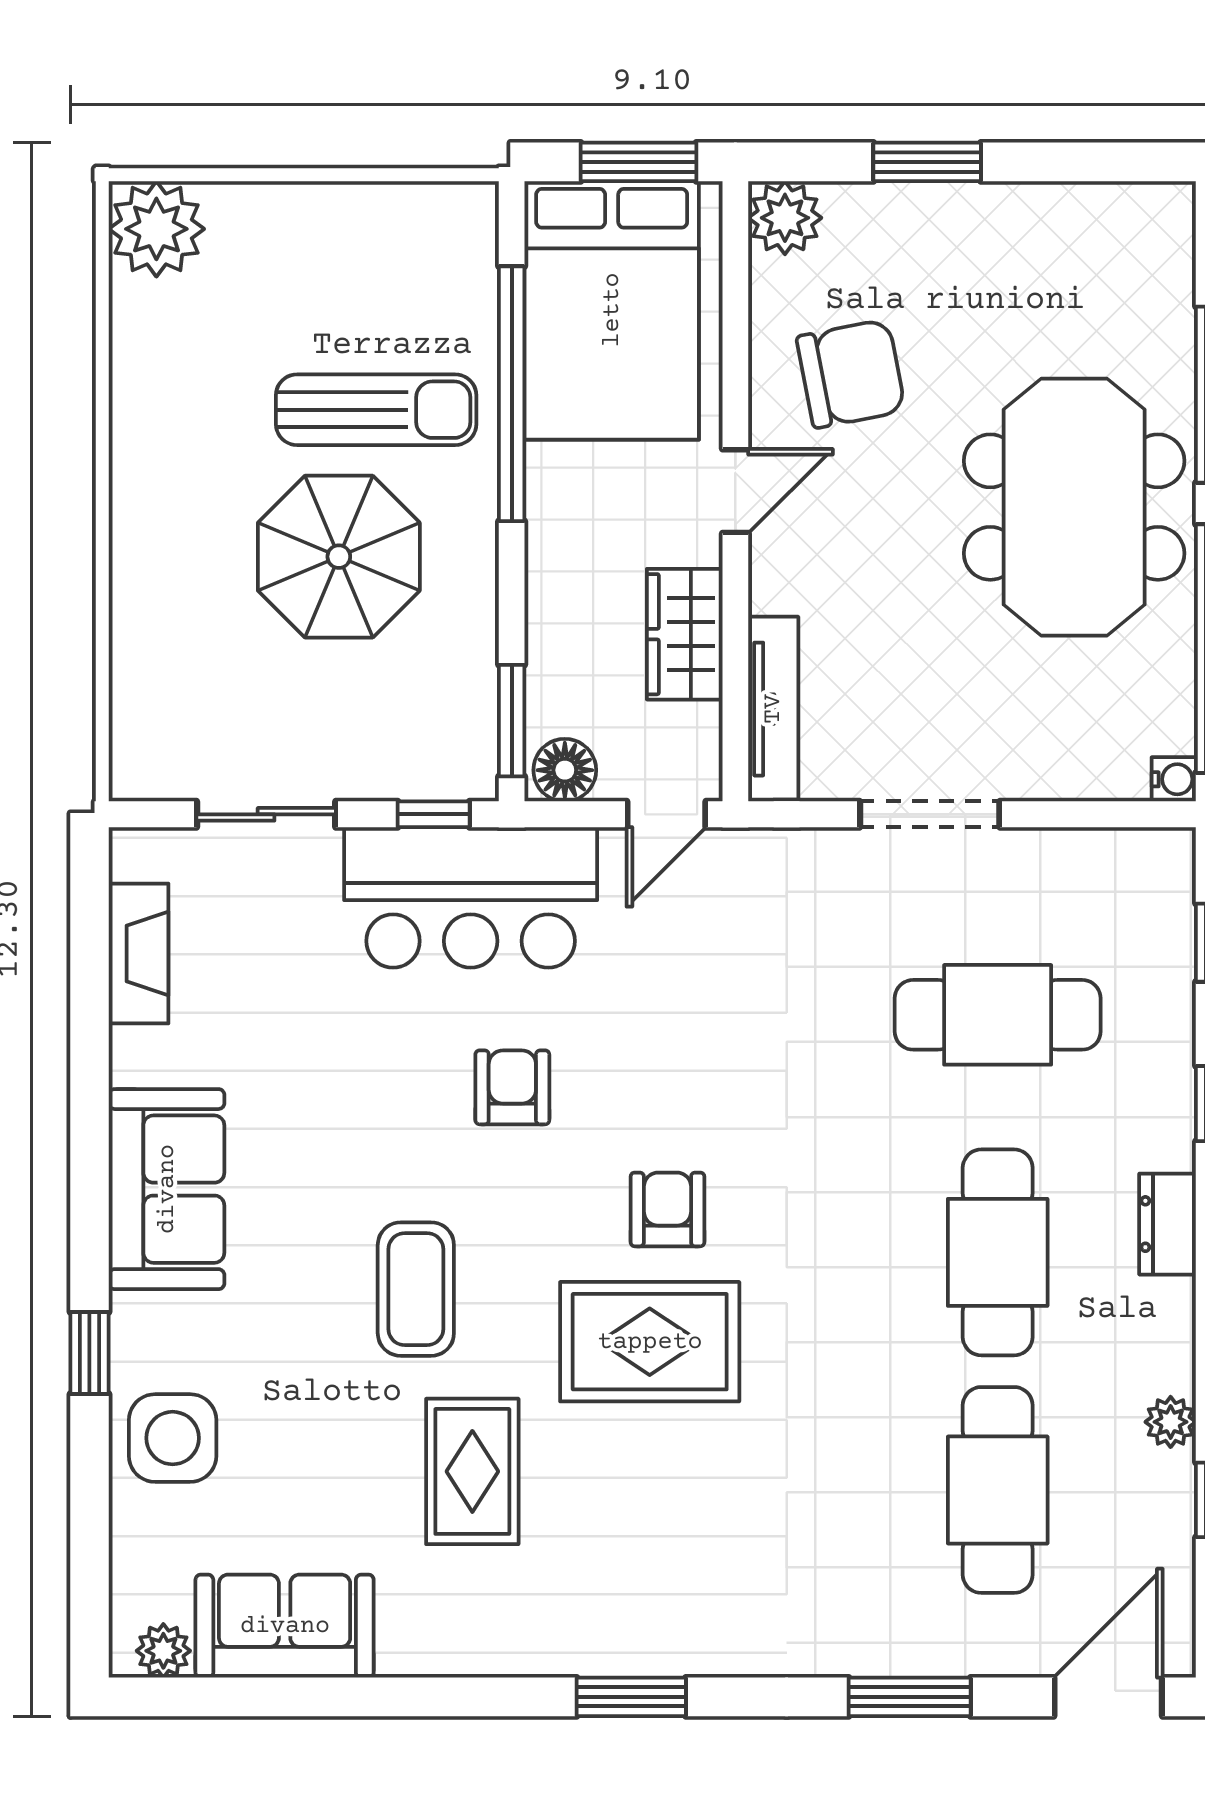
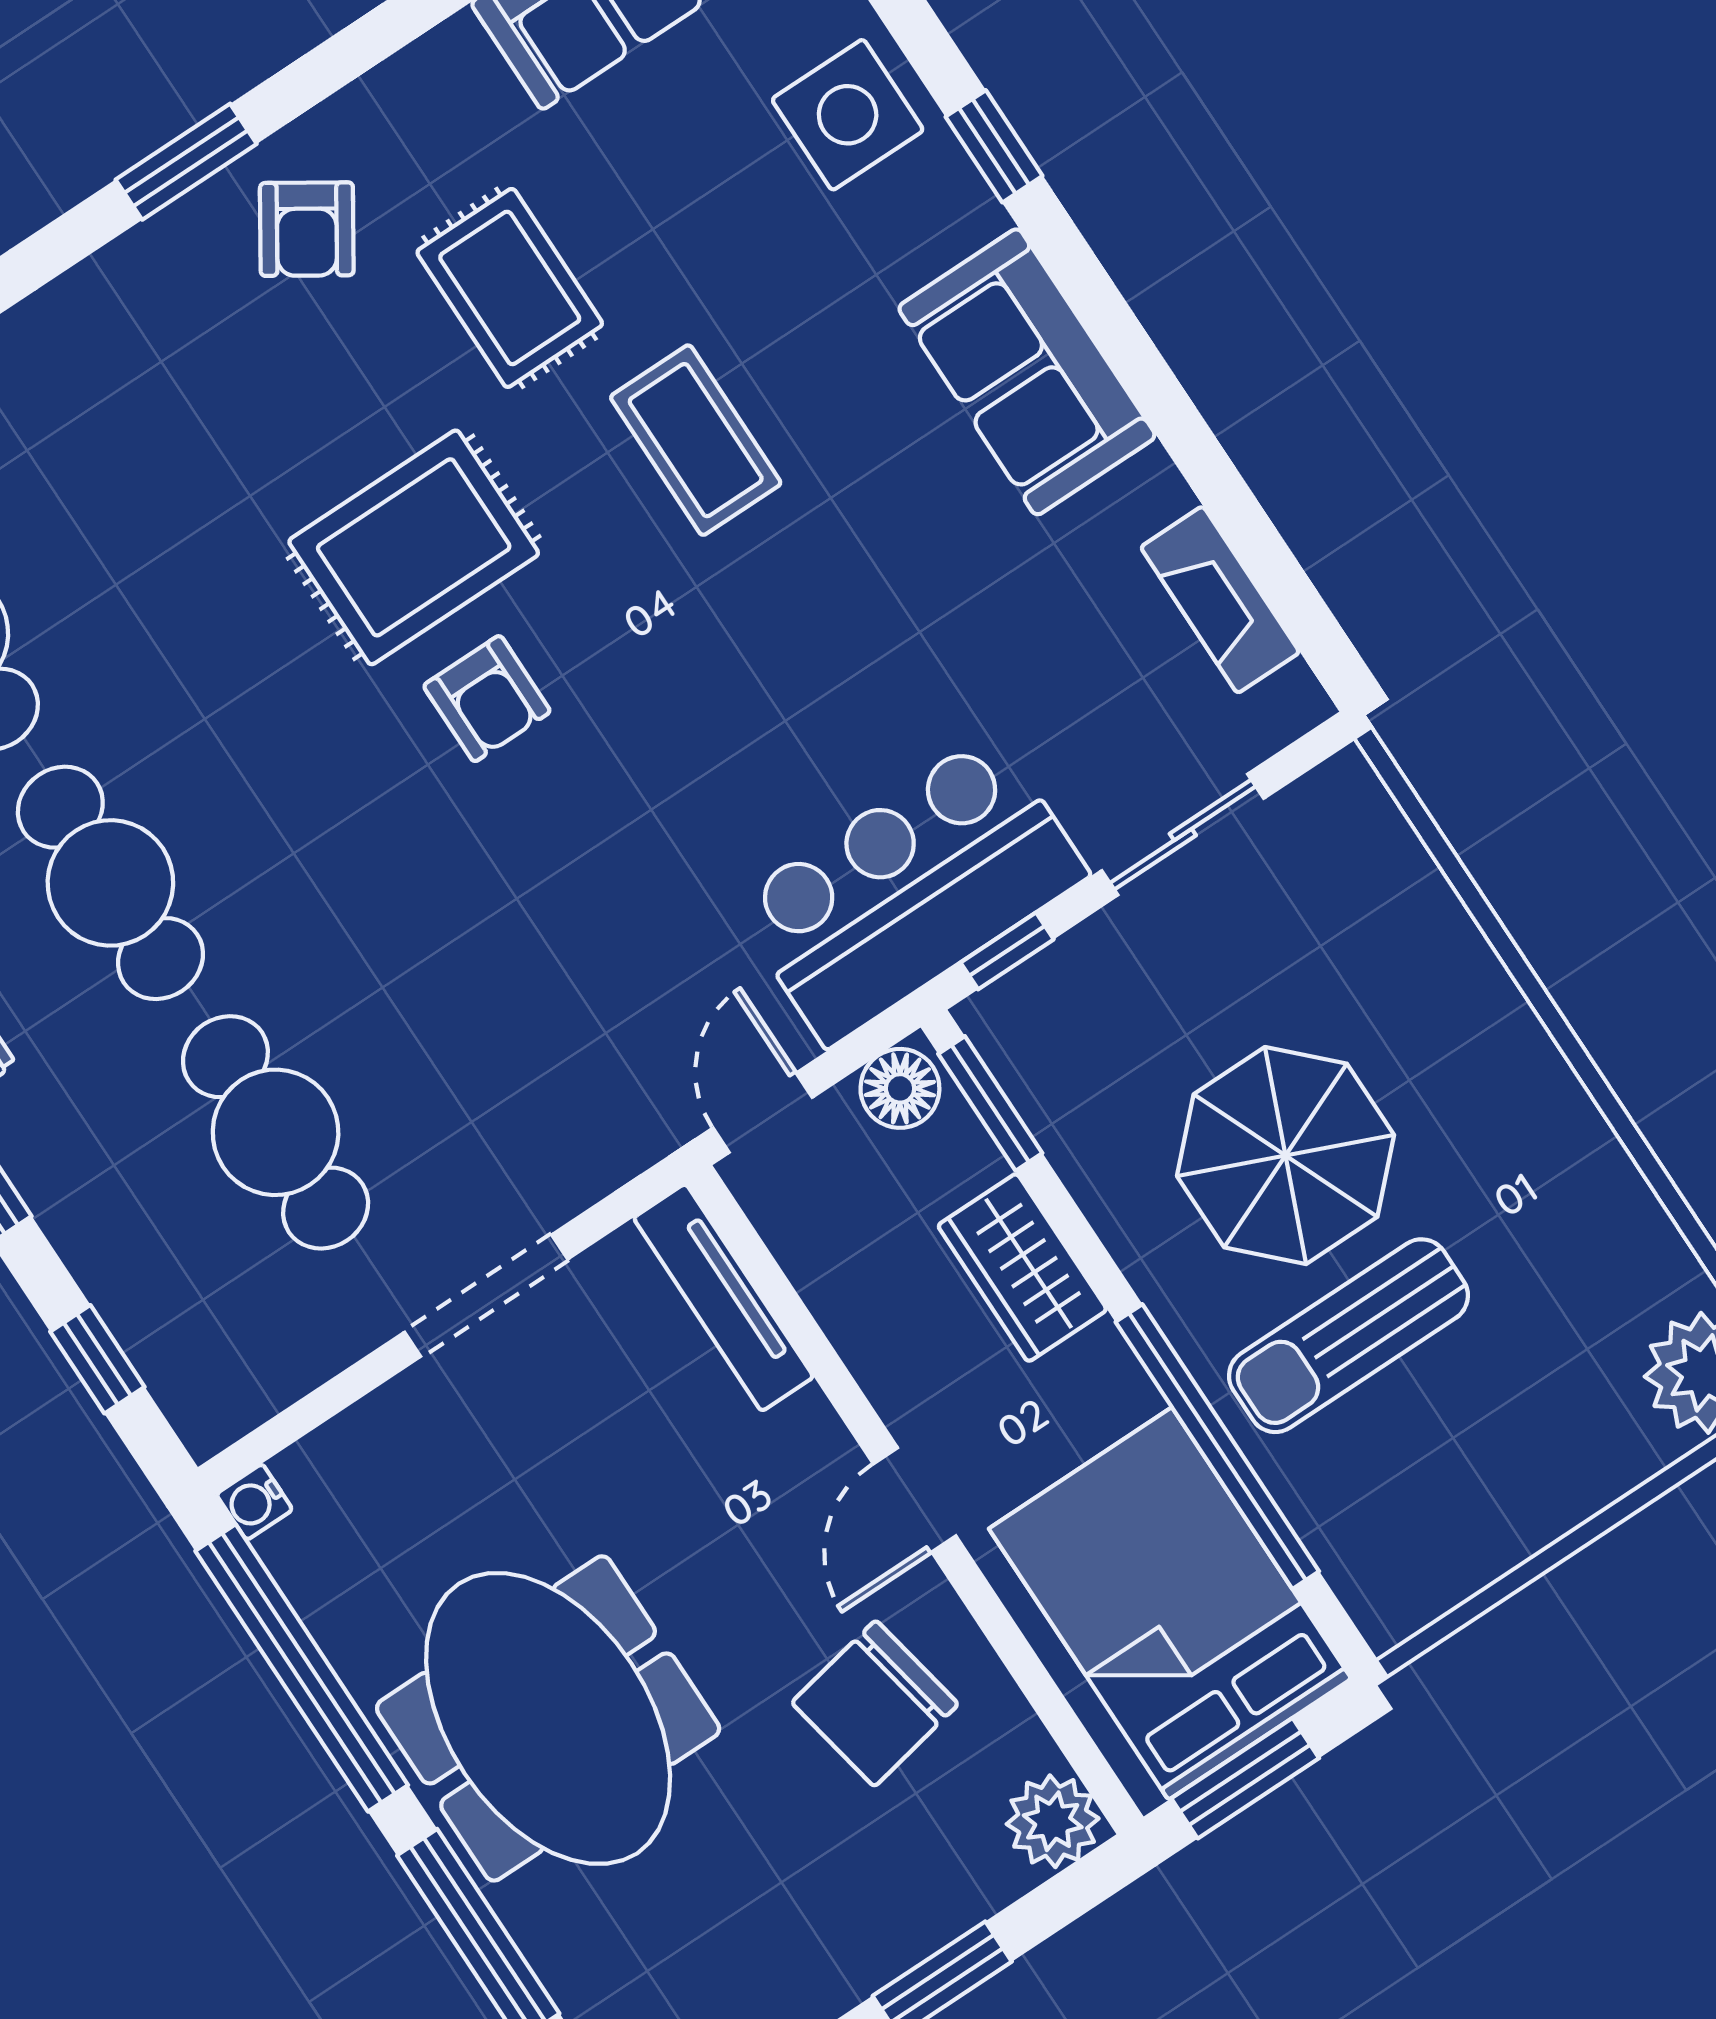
wardrobe: (685, 634) -> (1022, 1268), moved, turned 180
cafe table: (998, 1015) -> (276, 1132), turned 90
armchair: (512, 1087) -> (307, 229), moved, turned 33

